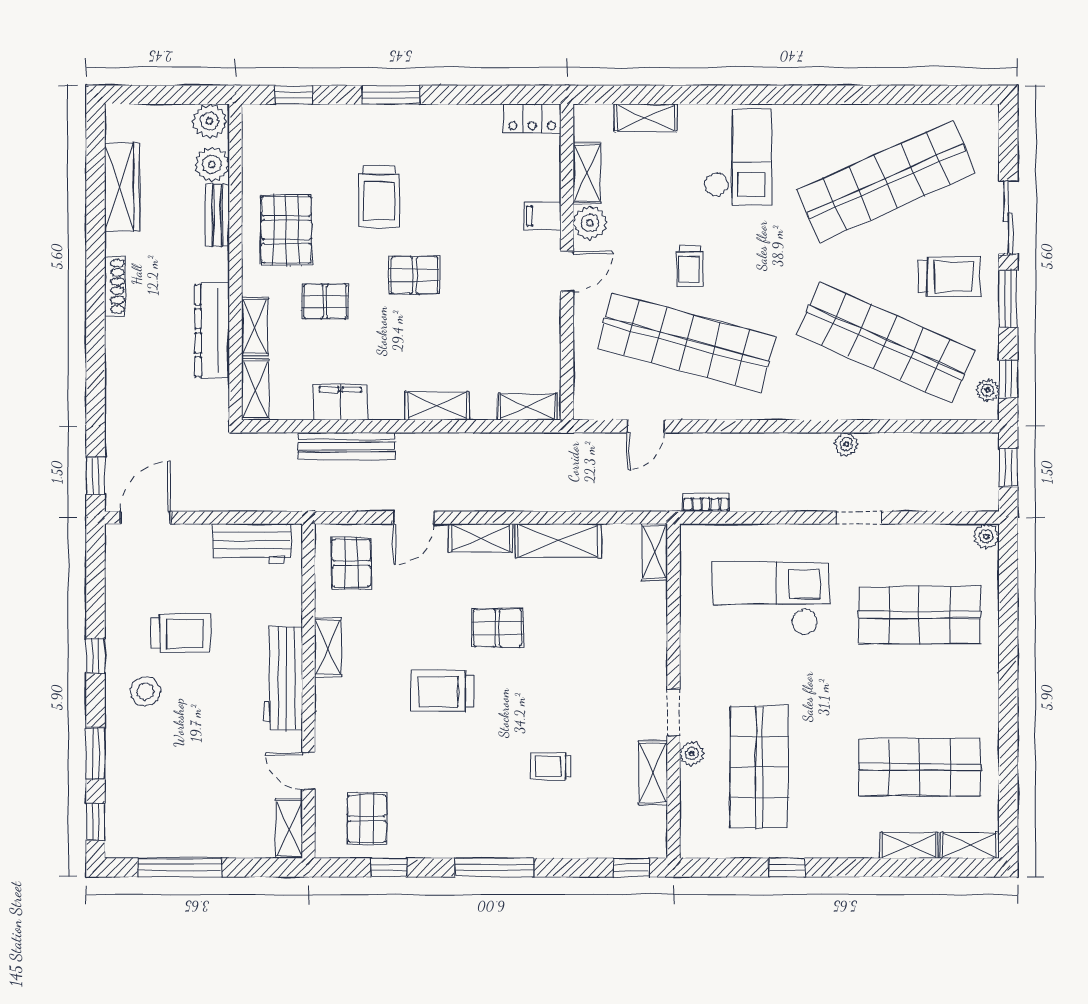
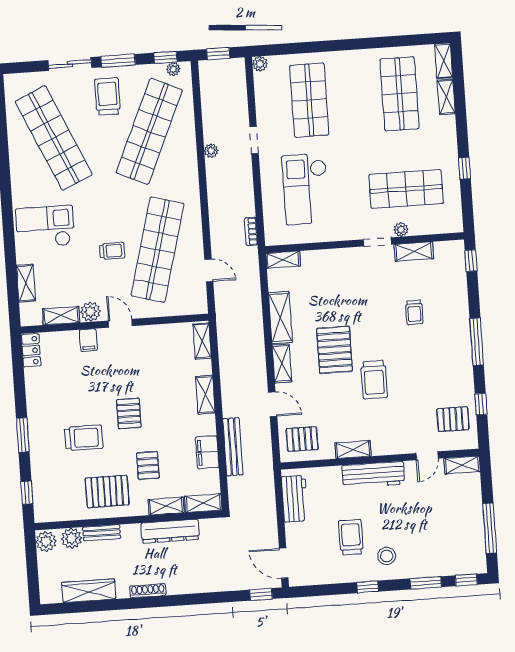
pallet: (497, 628) -> (335, 350), width x1.50, depth x1.42

